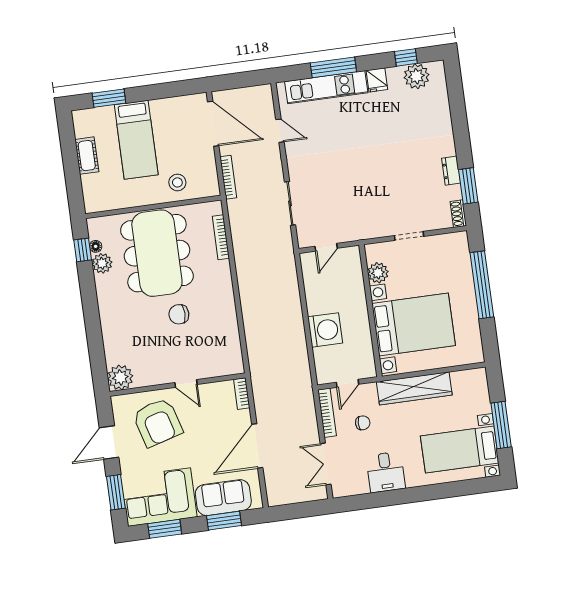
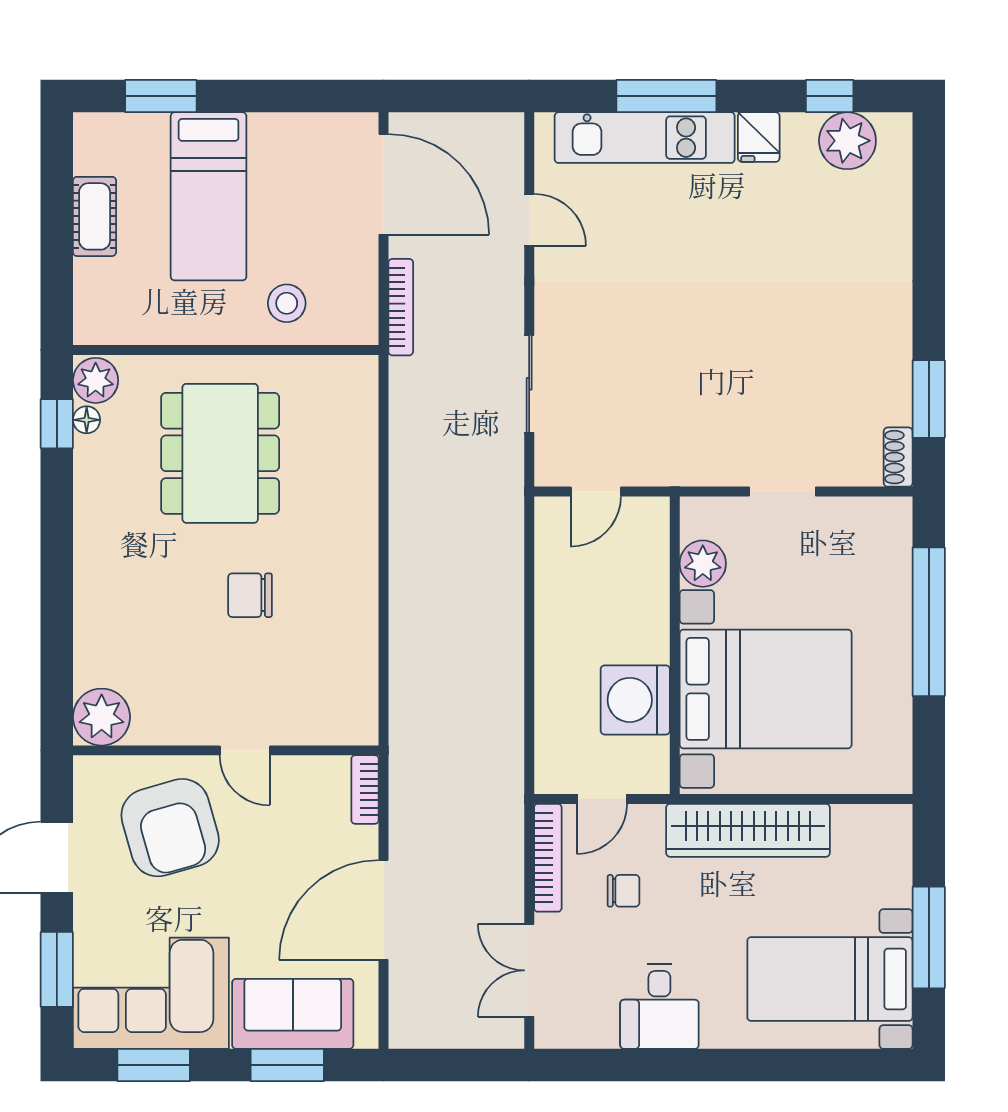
dresser: (451, 171) -> (895, 360), removed
bookcase: (221, 237) -> (366, 438), removed
dining table: (157, 253) -> (220, 453), width x0.73, depth x0.80
plant: (102, 263) -> (96, 380), moved
washing machine: (325, 330) -> (635, 700), moved, turned 180

